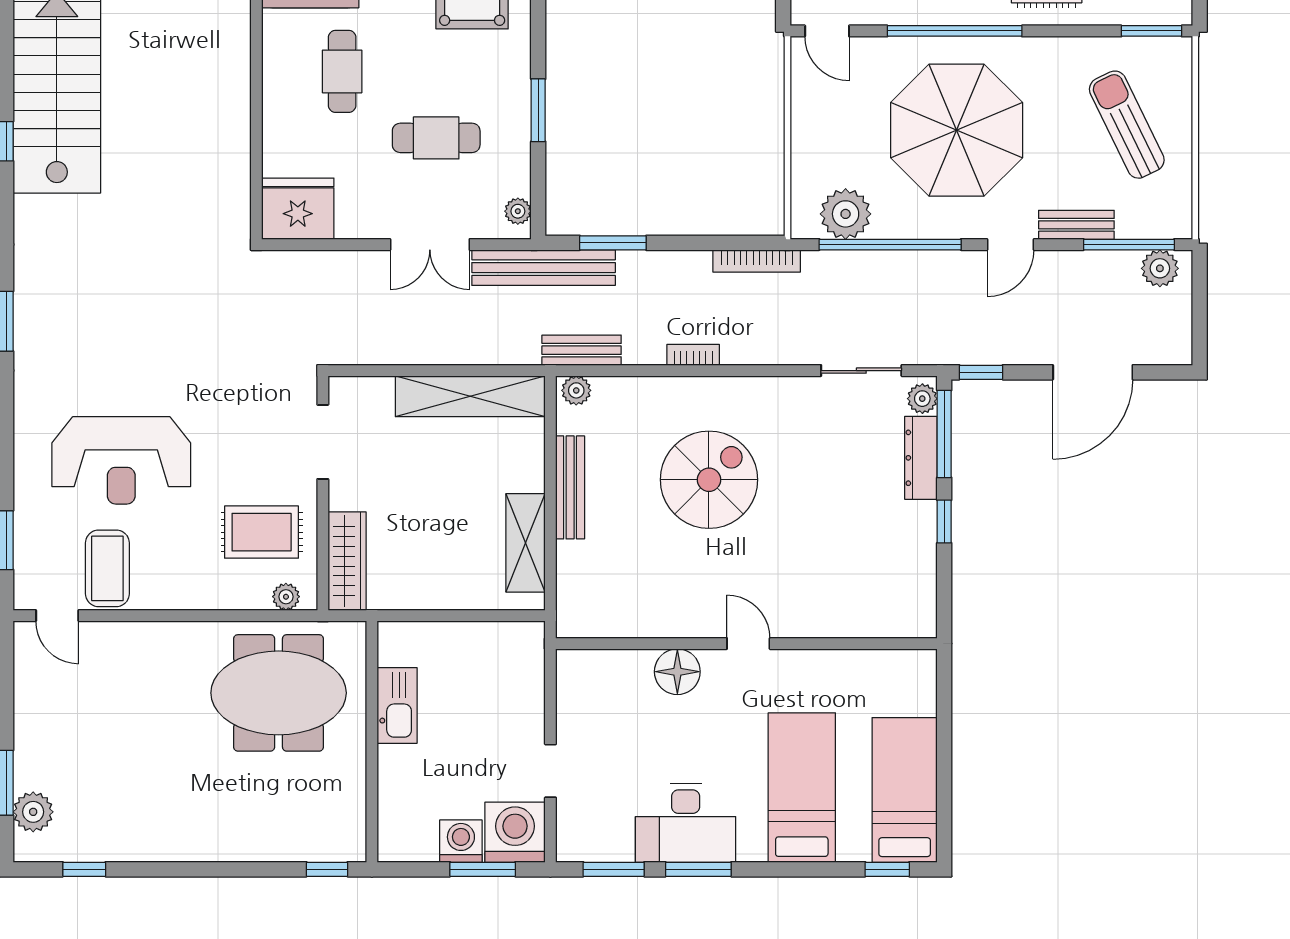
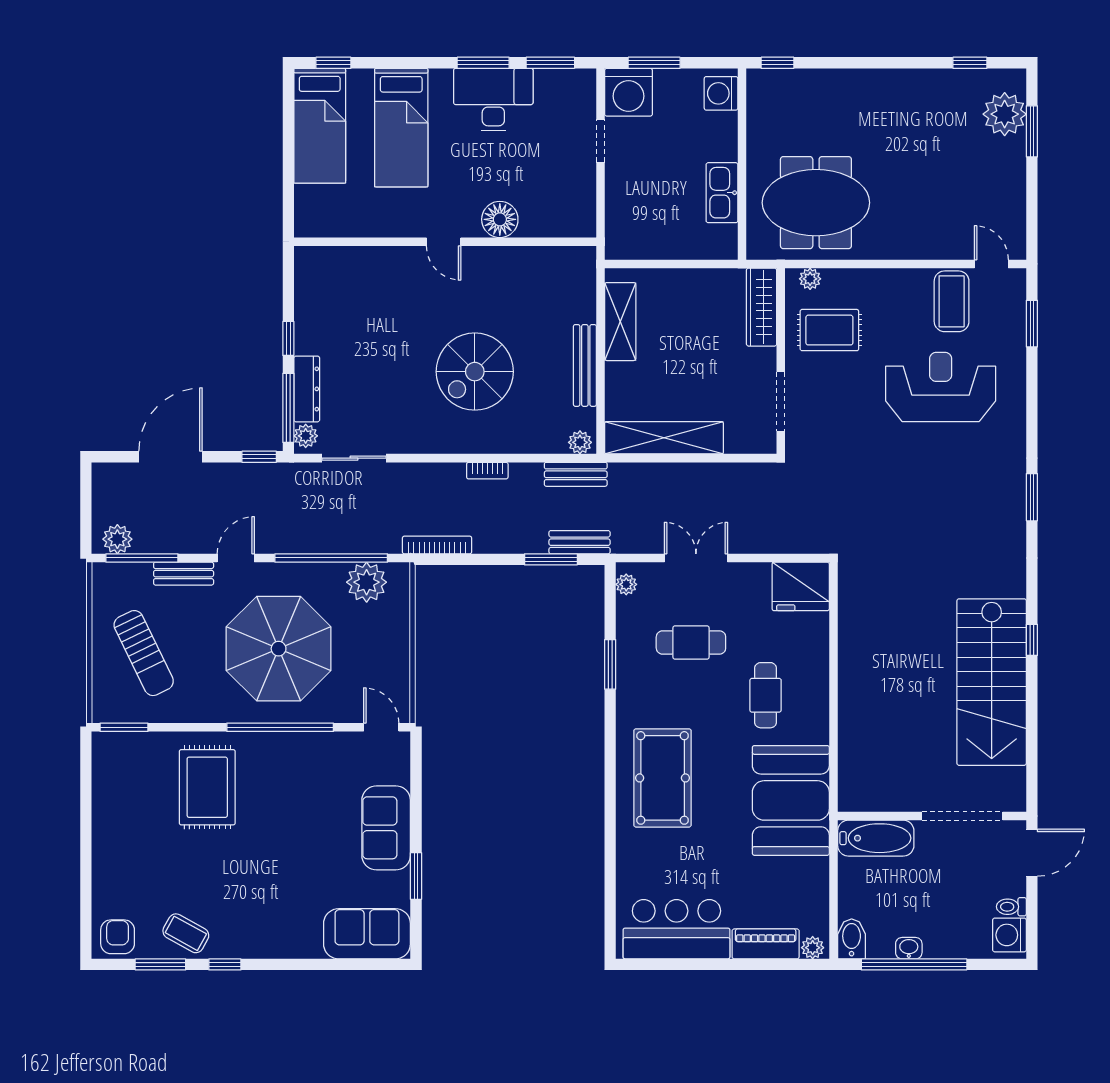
bench: (544, 268) -> (580, 542), width x0.54, depth x0.82
plant: (33, 812) -> (1005, 114), width x1.36, depth x1.36
washing machine: (461, 841) -> (721, 93), moved, turned 90

